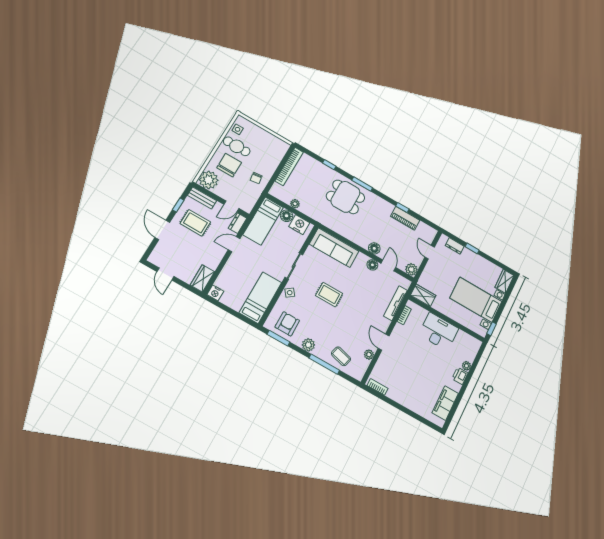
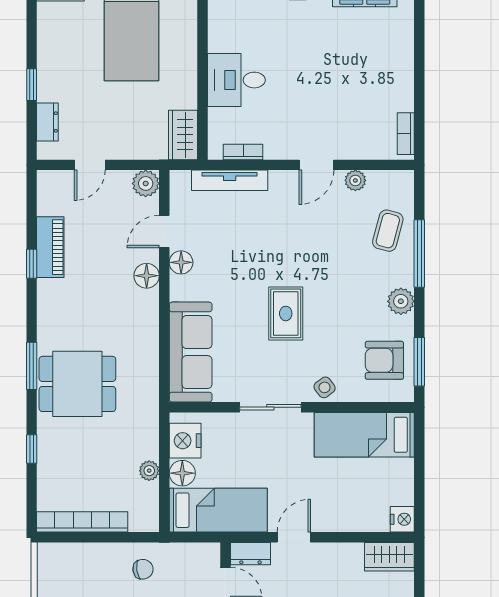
dining table: (345, 197) -> (77, 384), turned 90
door: (234, 244) -> (294, 537), swing flipped
desk: (439, 332) -> (236, 80), width x0.73

